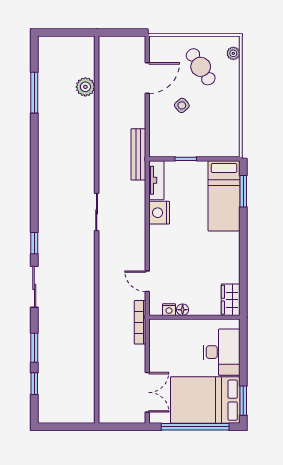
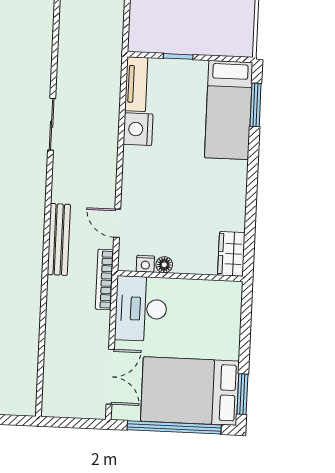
bench: (138, 154) -> (59, 239), moved
desk: (222, 352) -> (141, 309), moved, turned 180

